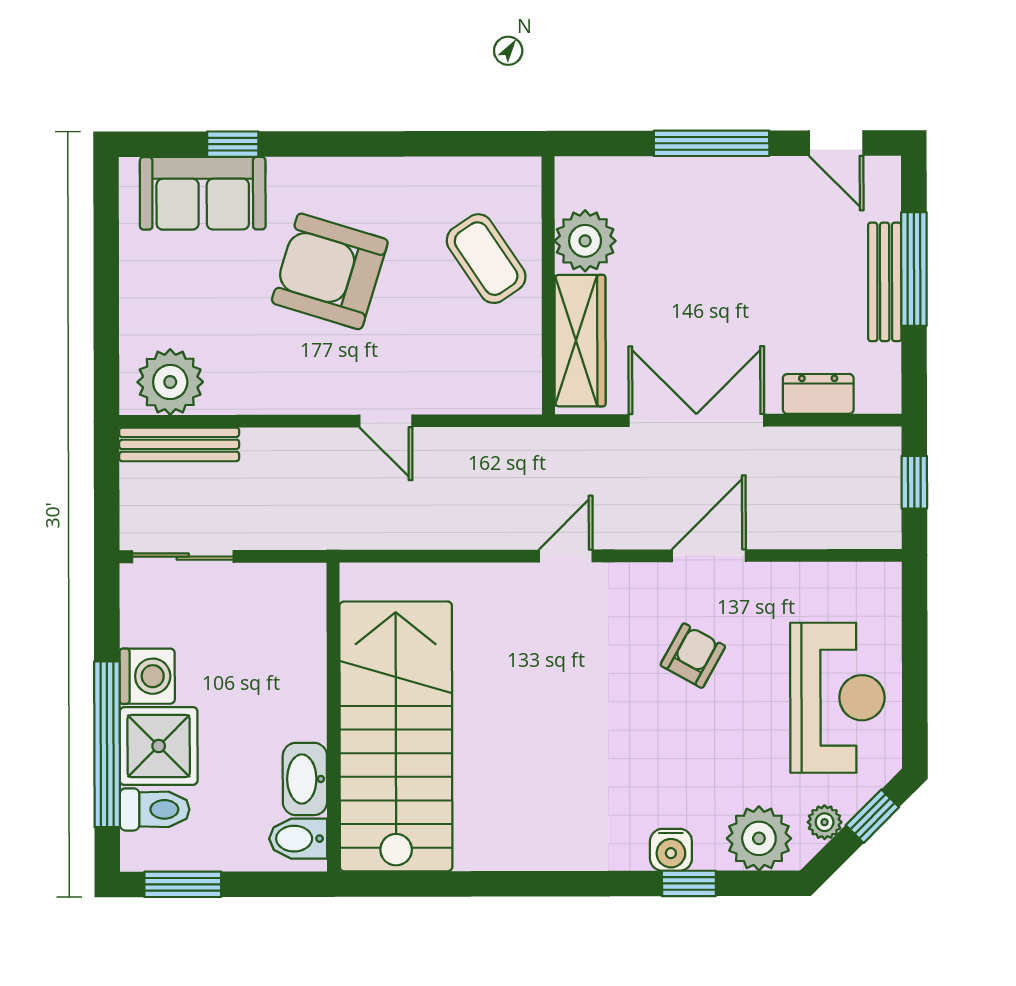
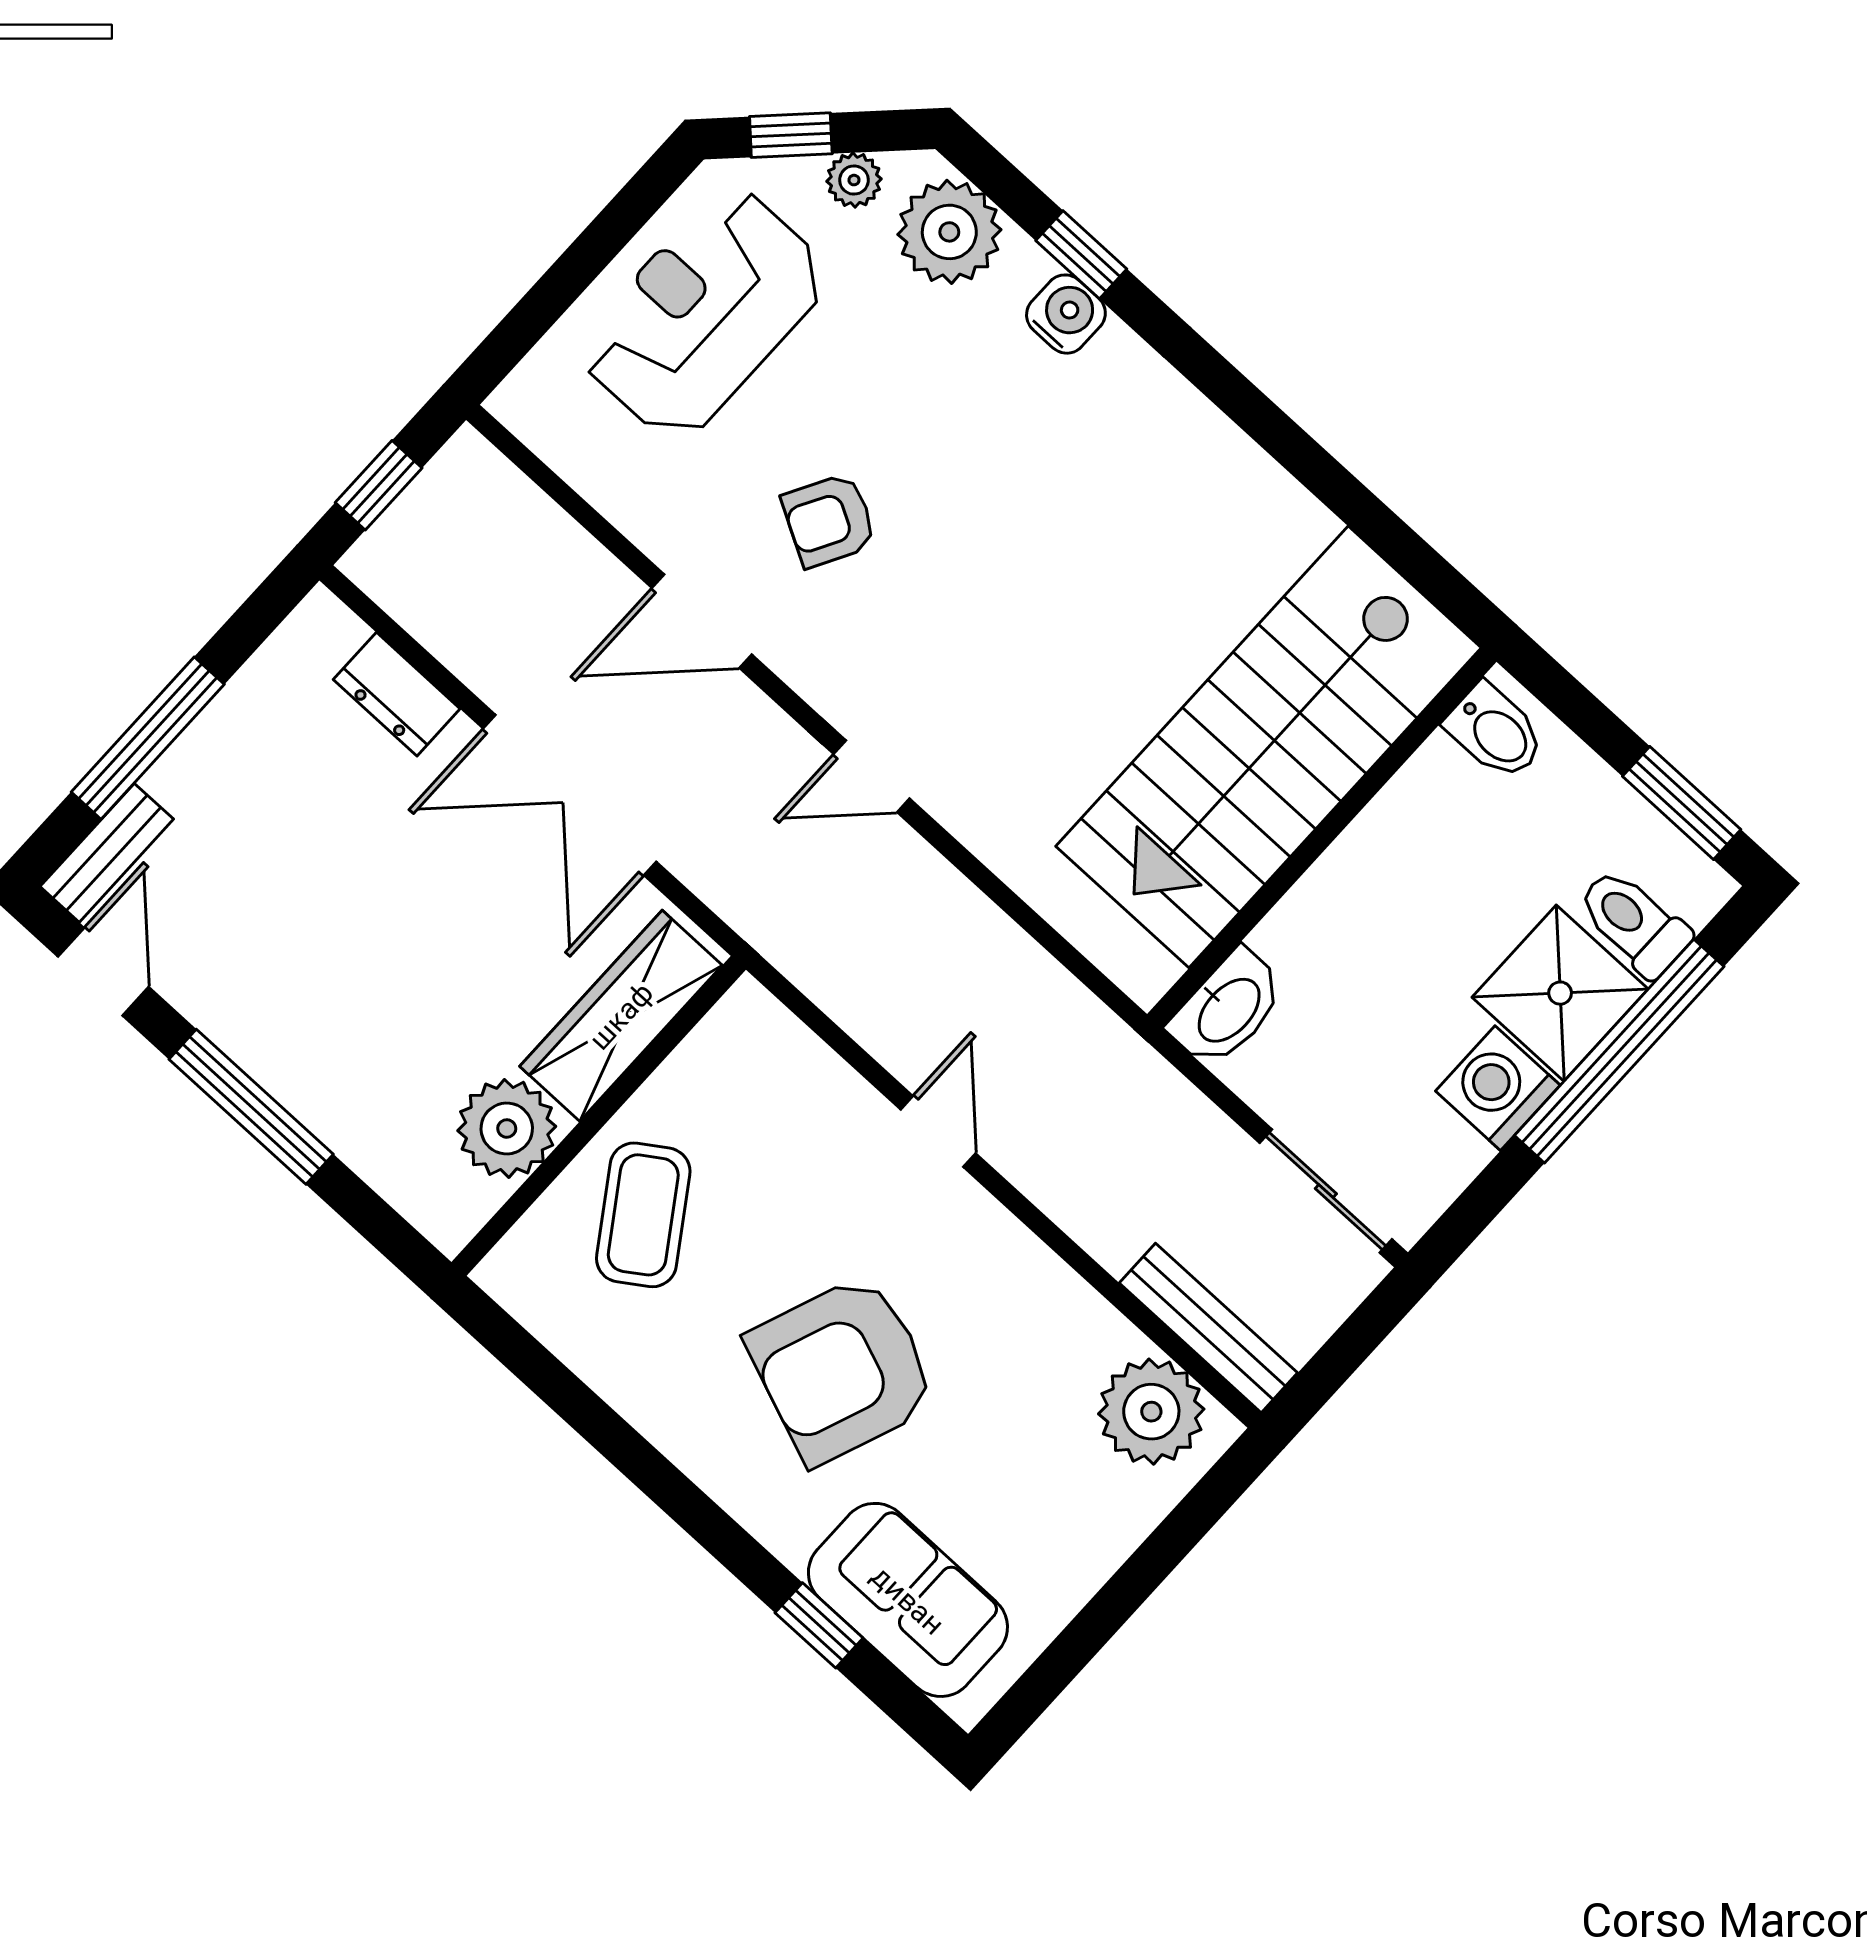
armchair: (330, 271) -> (842, 1369), turned 94
bench: (885, 282) -> (107, 853), moved, width x0.73
washbasin: (305, 779) -> (1228, 1009), moved

